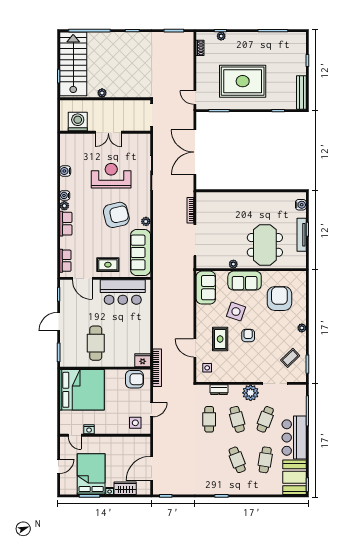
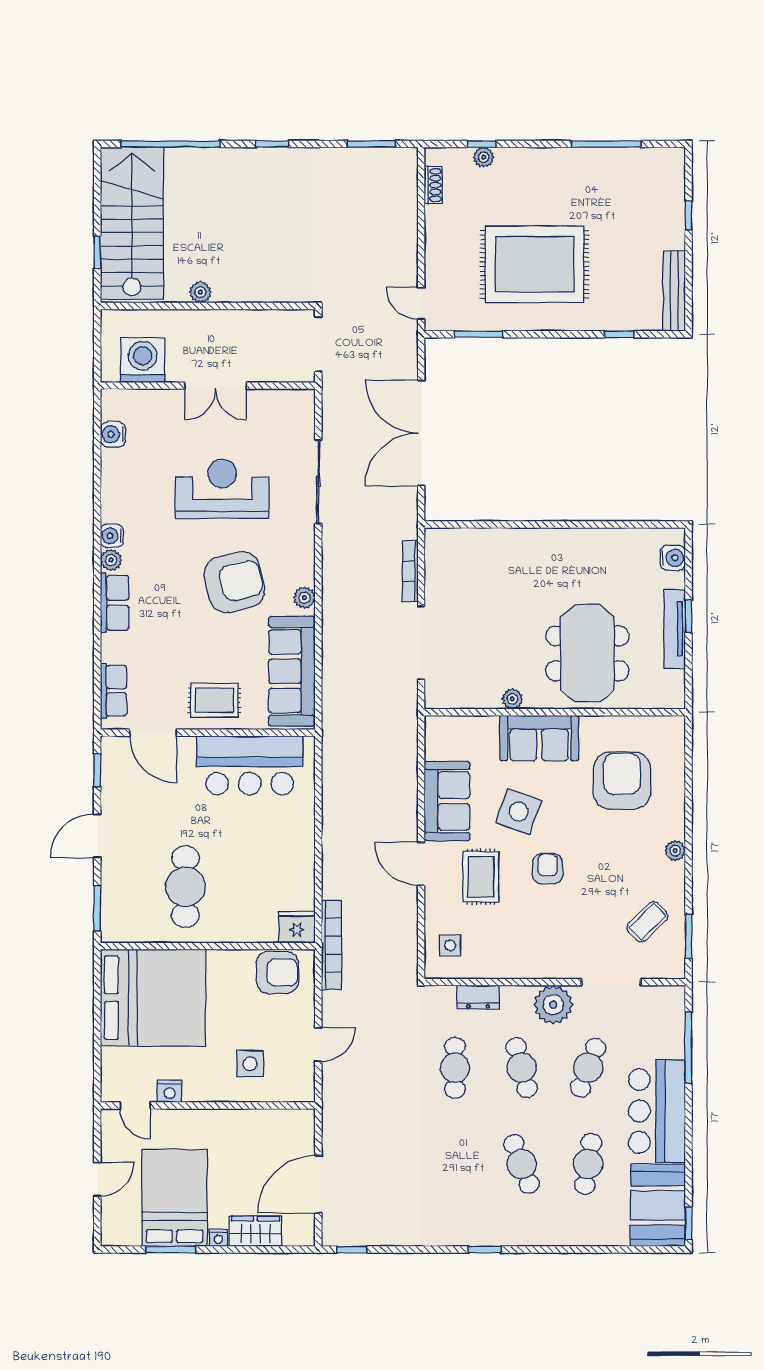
water cooler: (65, 171) -> (113, 434), moved
sofa: (206, 288) -> (447, 801), moved
door: (195, 348) -> (421, 864), moved
side table: (135, 423) -> (250, 1064), moved

